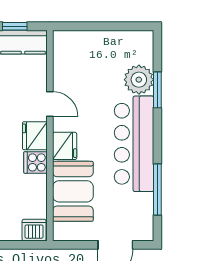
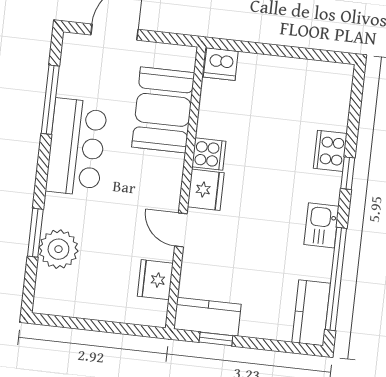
bar counter: (134, 144) -> (76, 147), width x0.73
fridge: (65, 146) -> (155, 280), moved

